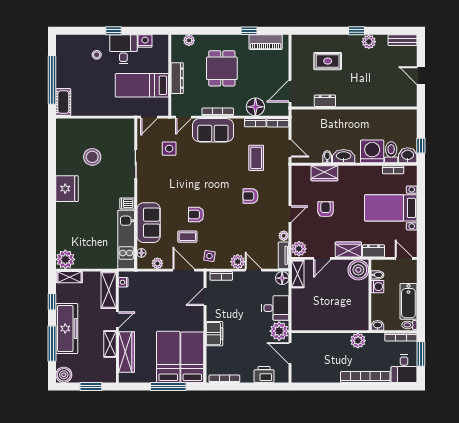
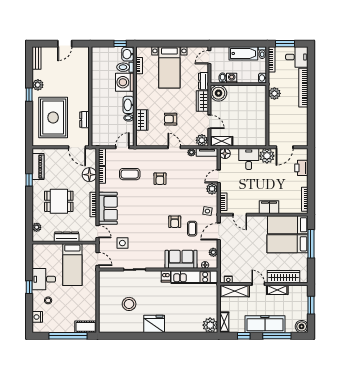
nightstand: (145, 41) -> (37, 317), moved
rug: (328, 61) -> (53, 118), width x1.86, depth x2.06

